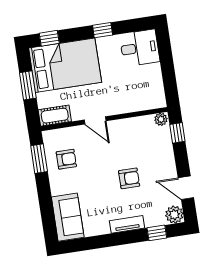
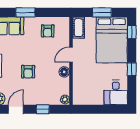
floor lamp: (122, 127) -> (64, 72), added
window: (177, 133) -> (43, 109), moved
window: (39, 159) -> (25, 12), moved

